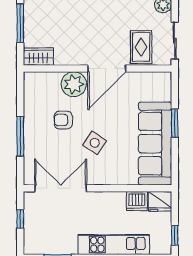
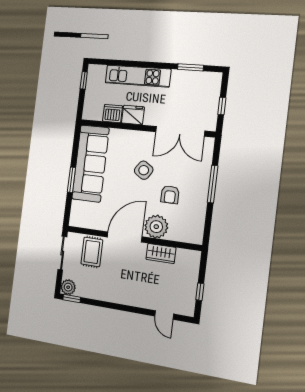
window: (20, 23) -> (200, 292), width x0.46
wardrobe: (38, 57) -> (161, 253), moved
armchair: (63, 120) -> (170, 195), turned 90
fridge: (160, 201) -> (133, 115), moved

